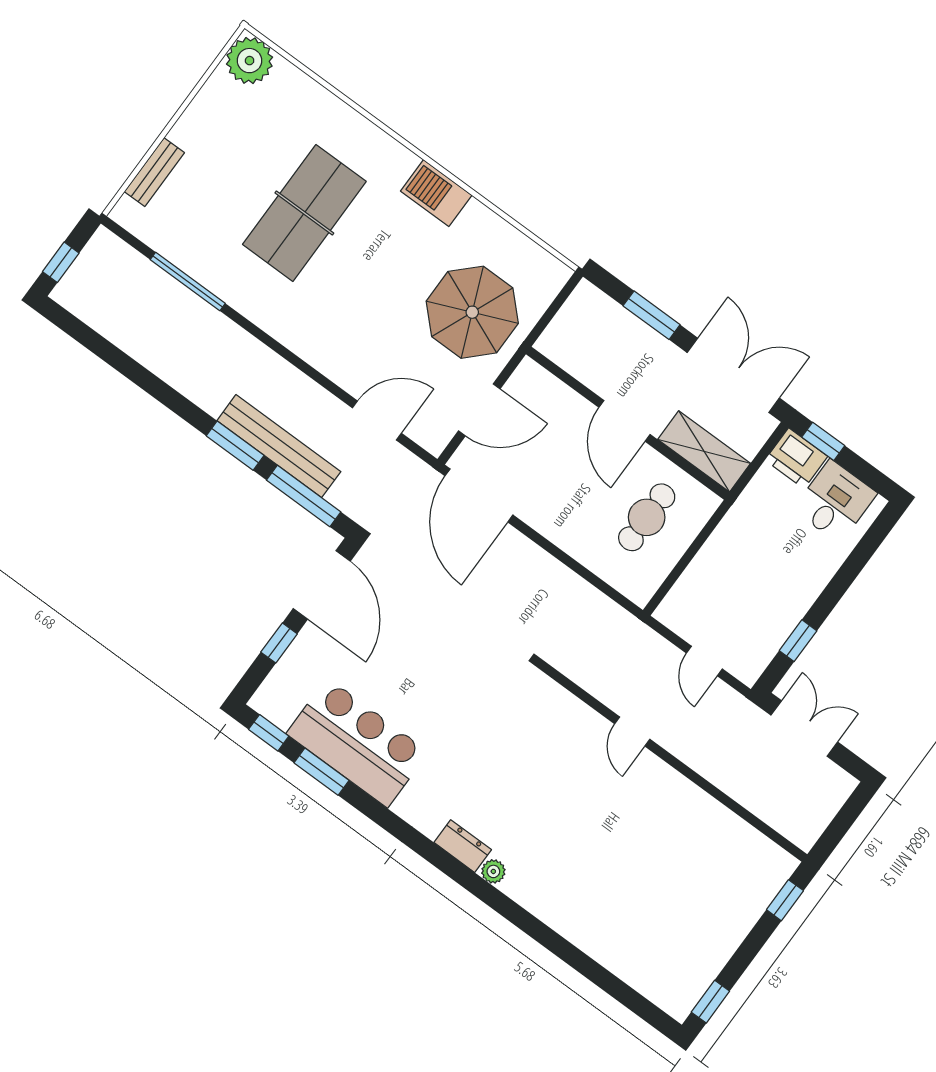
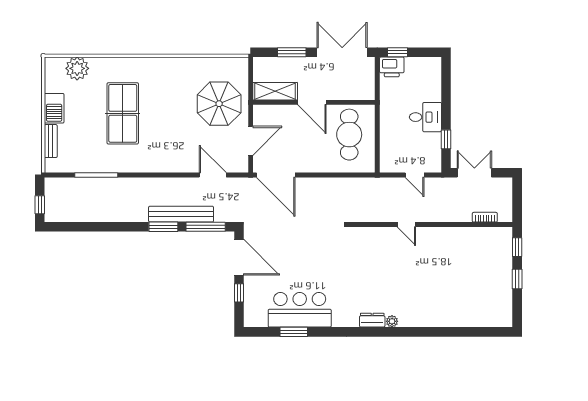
plant: (250, 61) -> (77, 68), moved
barbecue: (436, 193) -> (54, 108), moved, turned -90
door: (377, 420) -> (213, 175), hinge flipped
shelving: (704, 451) -> (275, 91), moved
desk: (835, 501) -> (425, 117), moved, turned 90
cafe table: (647, 517) -> (349, 135), width x1.37, depth x1.35
window: (269, 733) -> (261, 332), removed
bookcase: (768, 813) -> (485, 217), added
window: (710, 1002) -> (517, 279), moved

